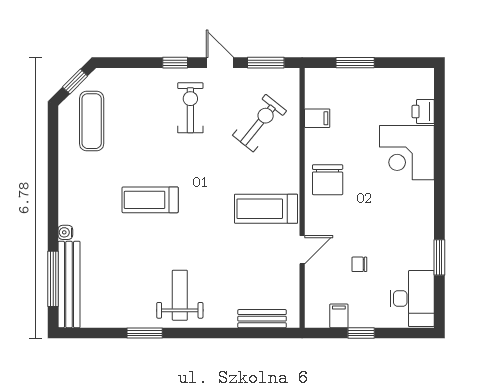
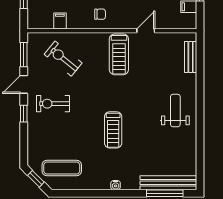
chair: (328, 180) -> (100, 14), width x0.54, depth x0.54
water cooler: (65, 232) -> (116, 185), moved
door: (302, 250) -> (146, 31), hinge flipped
weight bench: (180, 295) -> (175, 111), turned 90
window: (145, 333) -> (200, 133), removed

